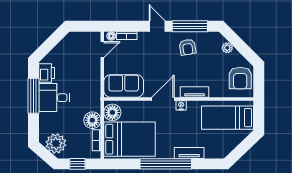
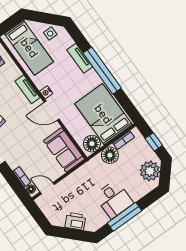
printer: (47, 73) -> (75, 221), moved, turned 45
side table: (227, 143) -> (50, 34), added

